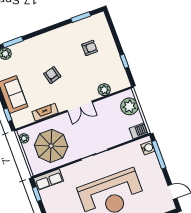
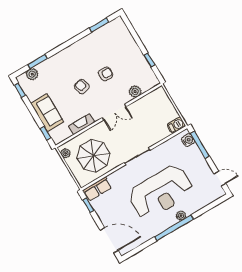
armchair: (90, 48) -> (106, 74), moved
plant: (129, 106) -> (163, 103), removed

